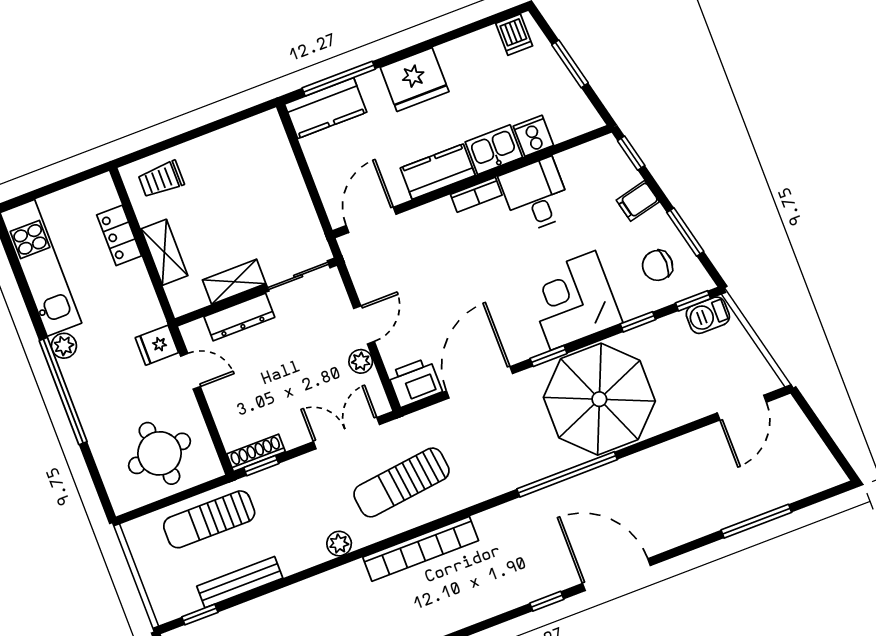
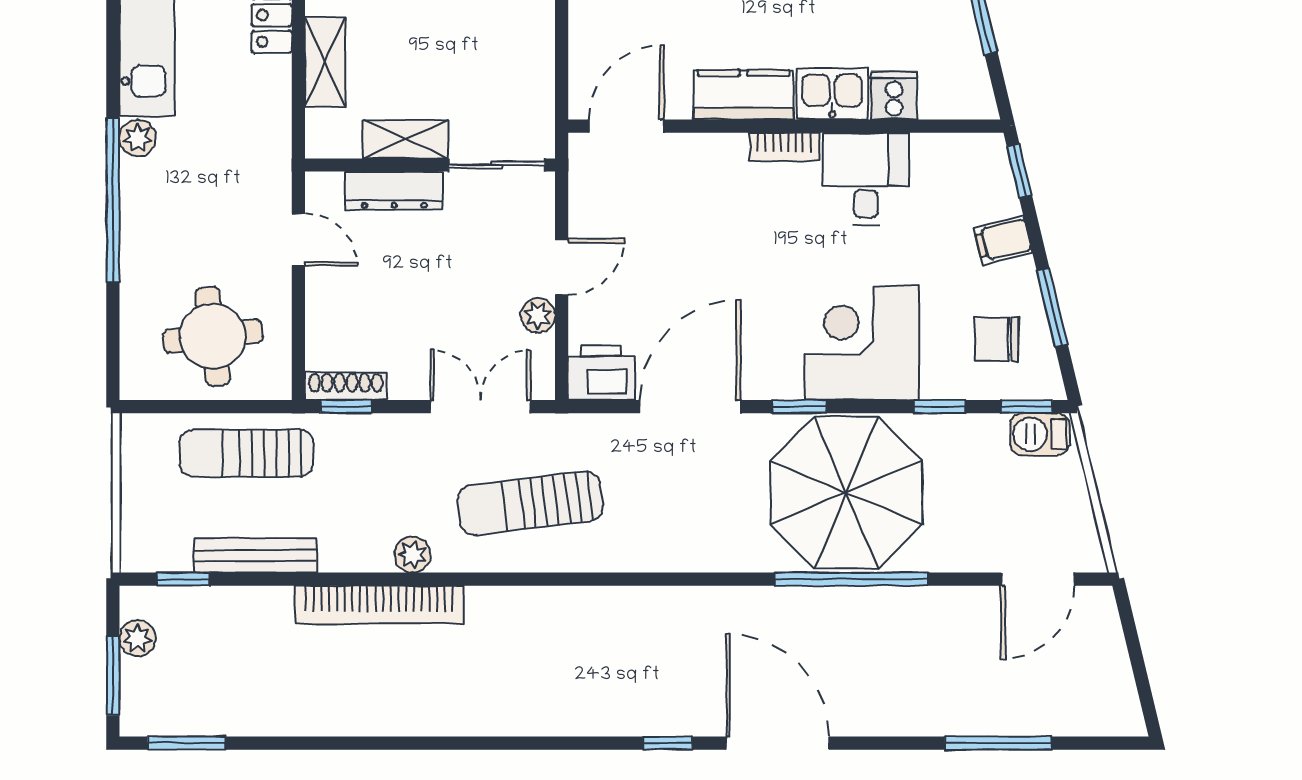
fridge: (157, 345) -> (266, 186), removed
window: (567, 474) -> (851, 579), moved
bookcase: (421, 549) -> (379, 605), moved

